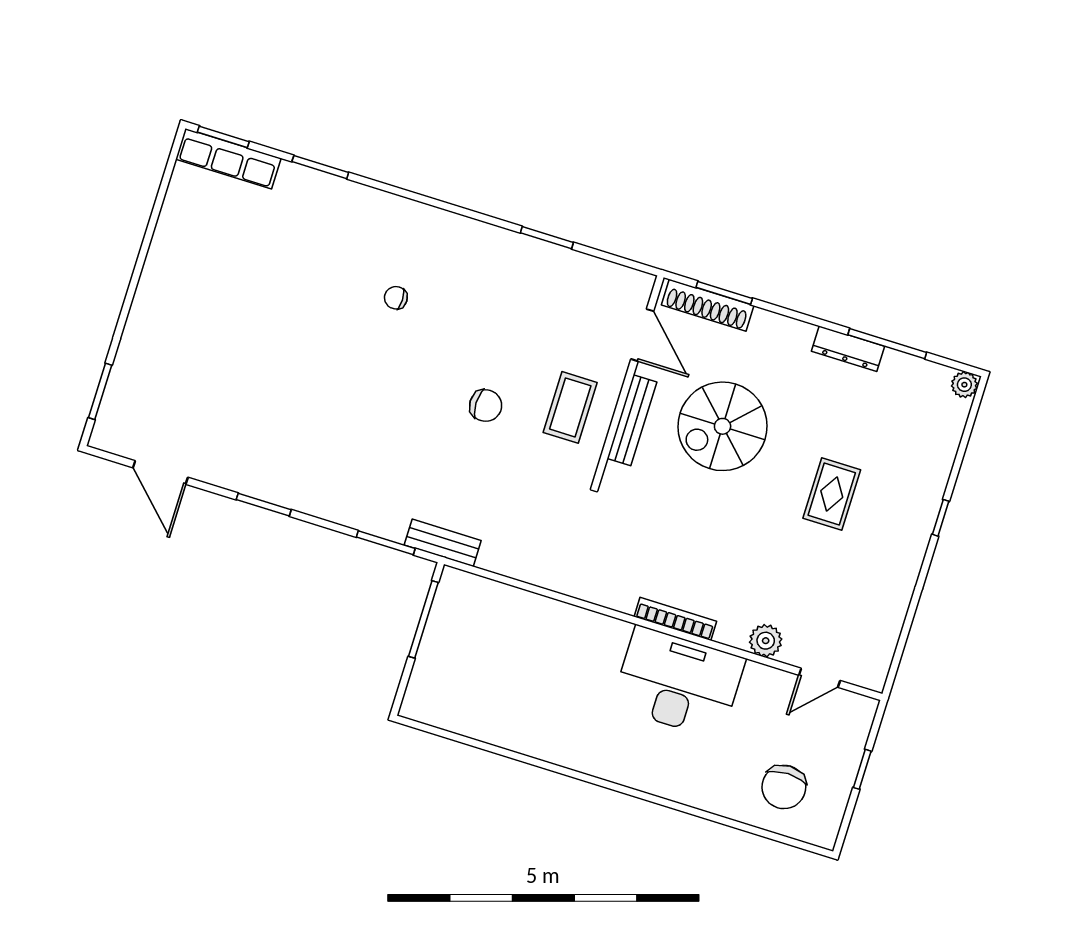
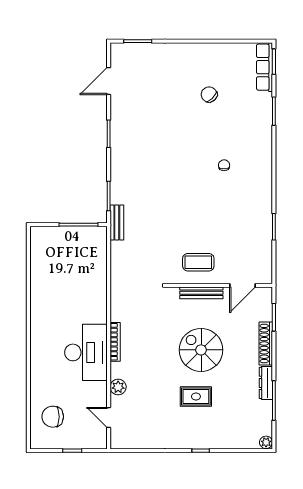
shoe rack: (708, 305) -> (266, 344), moved
chair: (486, 406) -> (209, 95), moved, turned 135
spiral stairs: (723, 426) -> (201, 350), moved

